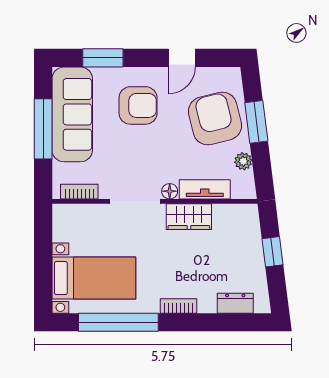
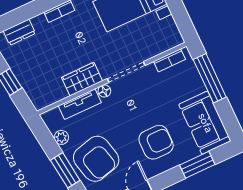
armchair: (138, 105) -> (156, 142), turned 180
sofa: (72, 114) -> (205, 123), width x0.73
window: (43, 129) -> (210, 78), moved

